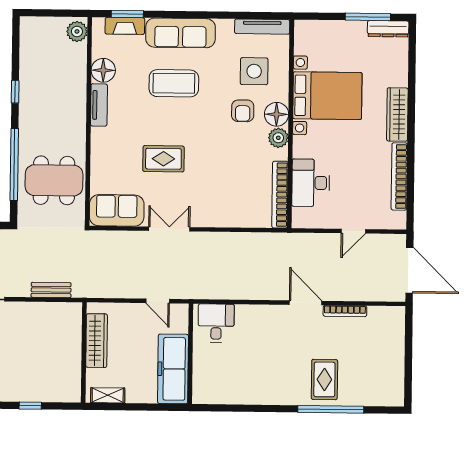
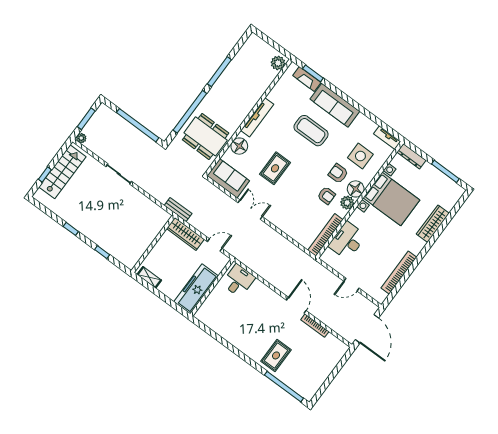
tv unit: (262, 27) -> (387, 138), width x0.71
dresser: (388, 29) -> (411, 156), moved
floor lamp: (103, 70) -> (239, 146), moved
window: (15, 92) -> (219, 72), width x2.17
tv unit: (99, 105) -> (257, 117), width x1.41
armchair: (243, 111) -> (338, 173), turned 90
wardrobe: (397, 114) -> (433, 224), moved
armchair: (248, 147) -> (326, 195), added
rug: (163, 159) -> (275, 168), turned 90
bench: (51, 290) -> (178, 210), moved
door: (158, 301) -> (215, 245), swing flipped
wardrobe: (97, 341) -> (185, 234), moved, turned 90
window: (331, 409) -> (284, 387), moved

